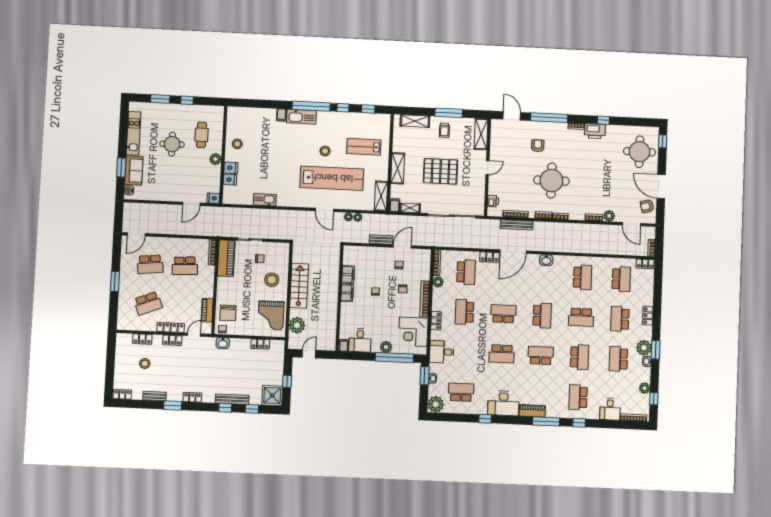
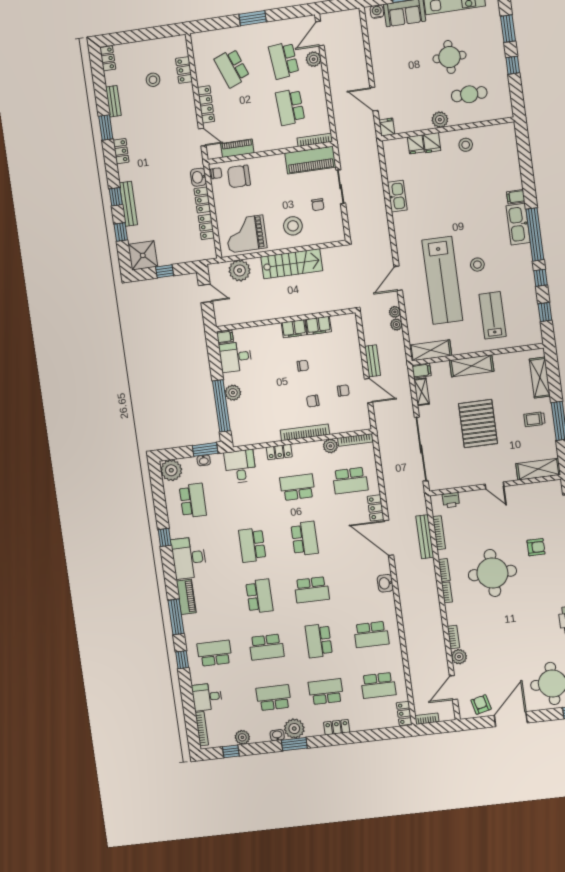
door: (136, 234) -> (320, 34), hinge flipped
plant: (154, 242) -> (314, 59), added
corner desk: (413, 332) -> (259, 425), removed
locker: (172, 340) -> (202, 200), moved

